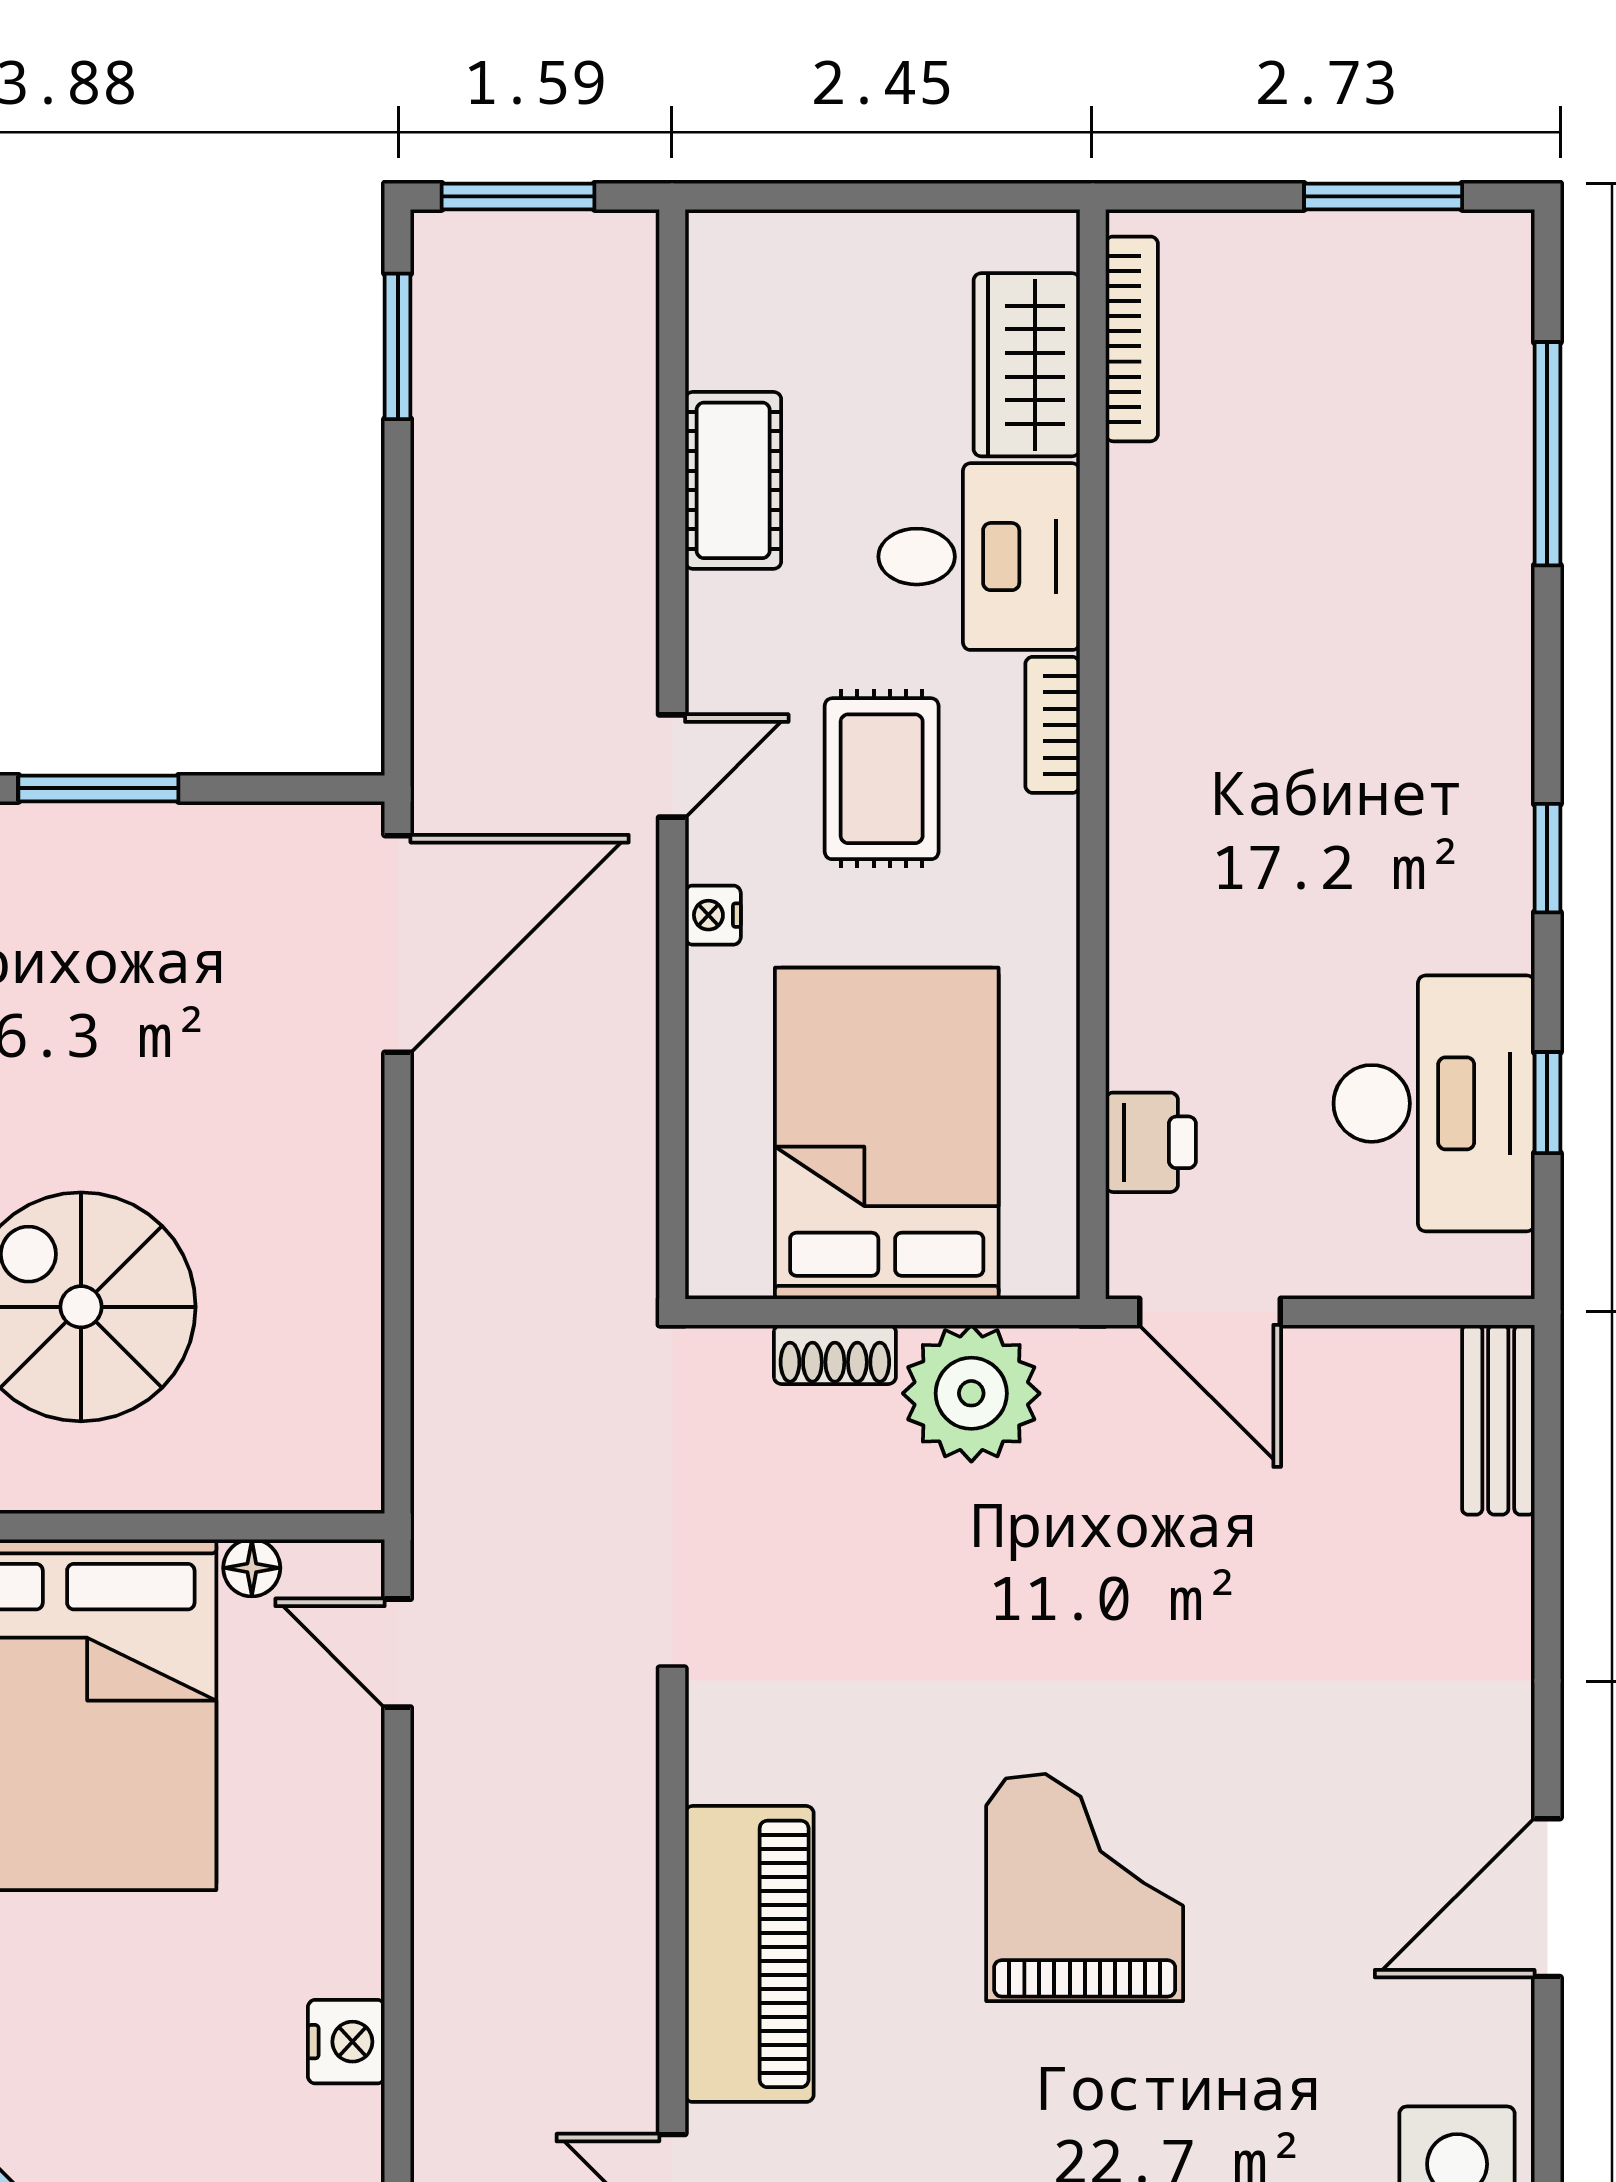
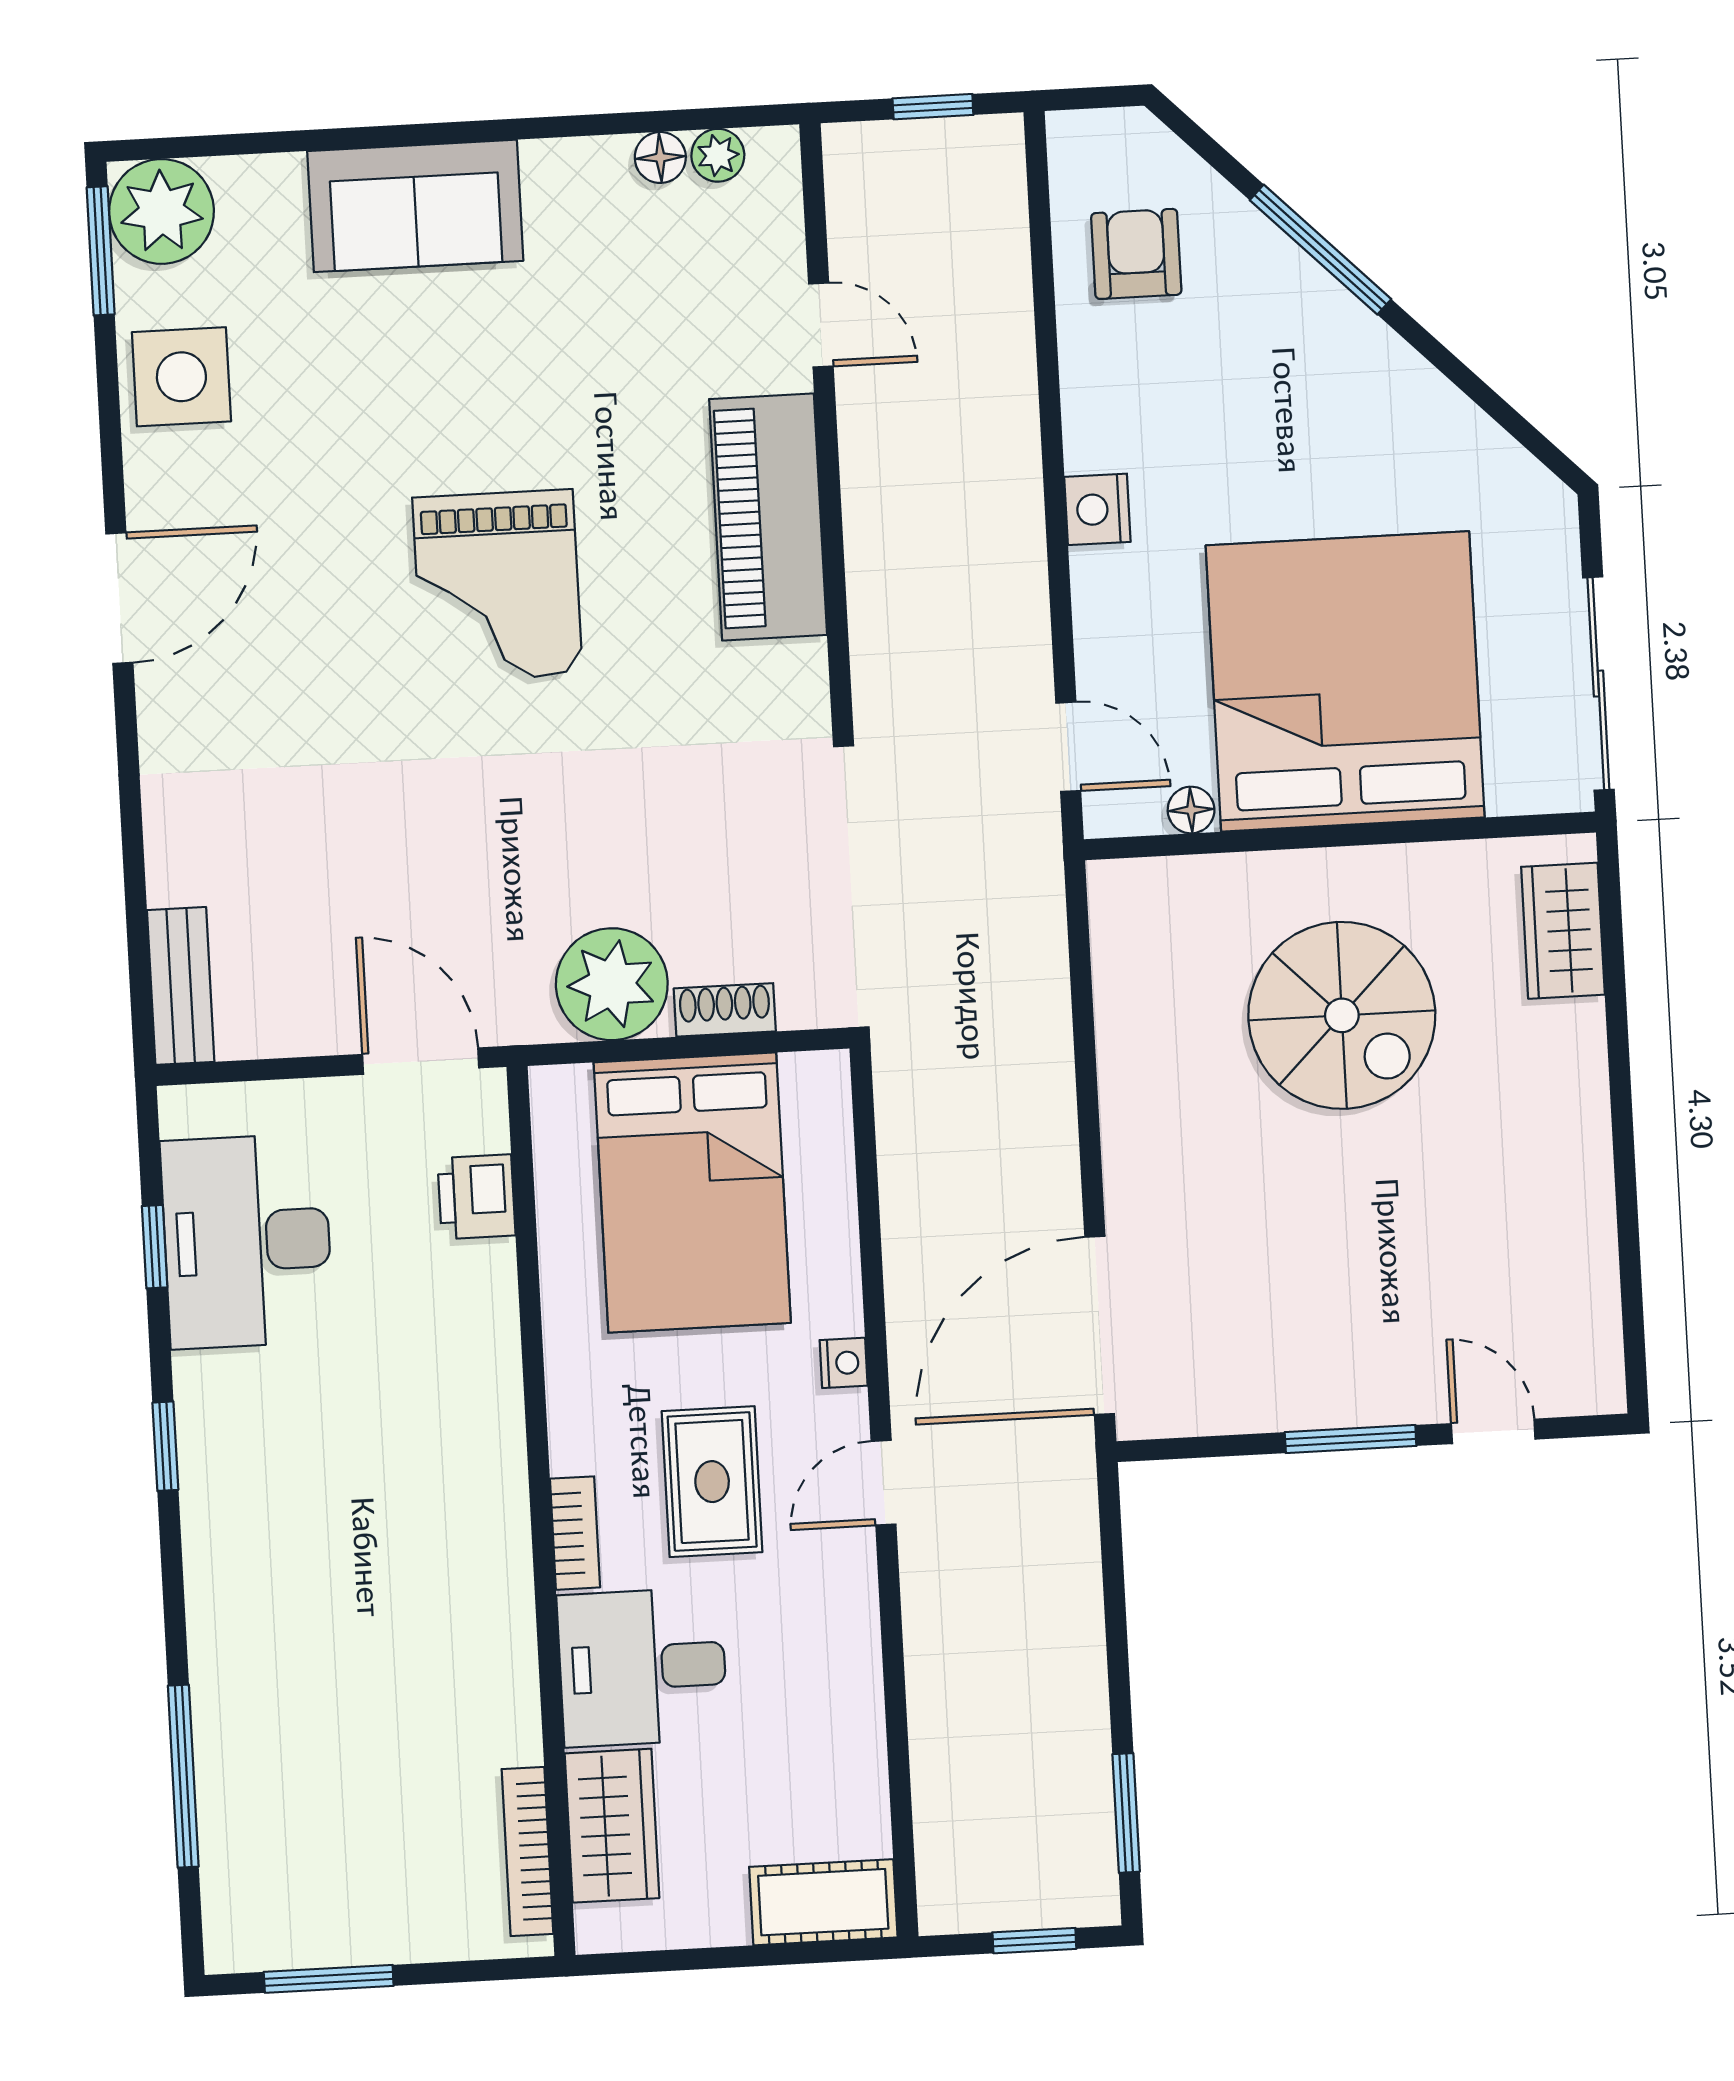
window: (518, 196) -> (1034, 1941), width x0.67
cot: (733, 480) -> (823, 1902), moved, turned 90
nightstand: (346, 2042) -> (1097, 509), moved

